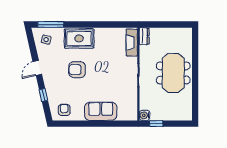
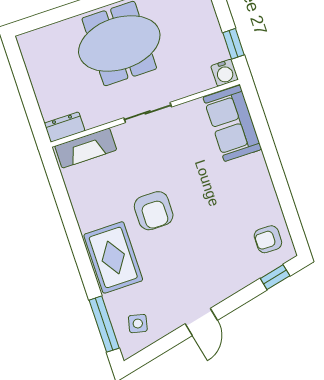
door: (37, 68) -> (201, 322), hinge flipped
armchair: (77, 70) -> (154, 211), moved
window: (43, 95) -> (275, 277), moved
sofa: (101, 111) -> (232, 123), moved

